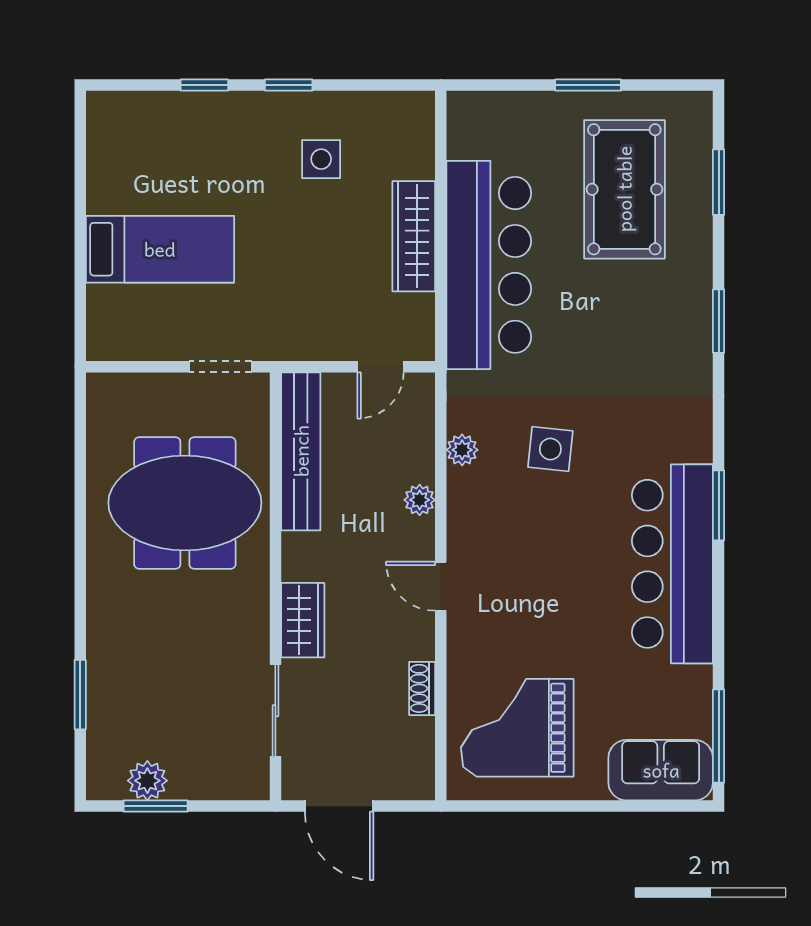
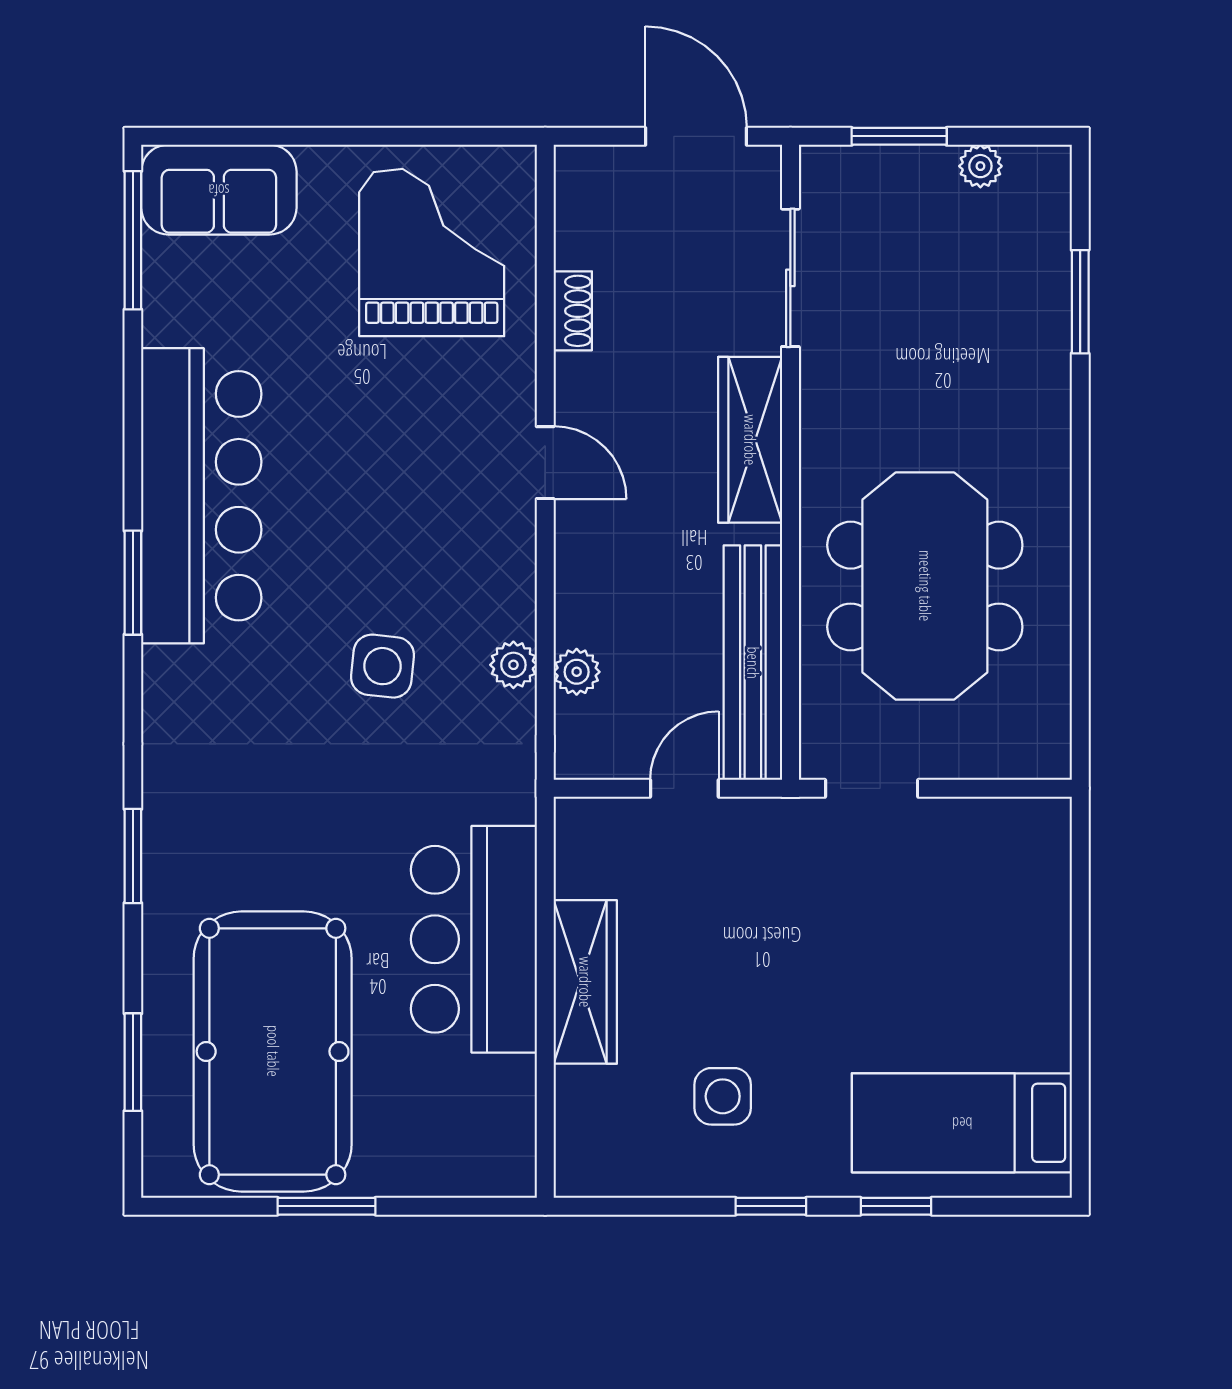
pool table: (624, 189) -> (273, 1051), width x1.36, depth x1.32
bed: (160, 249) -> (962, 1123), moved
bar counter: (489, 265) -> (474, 939), width x0.73
door: (381, 367) -> (684, 788), moved
plant: (420, 500) -> (577, 672), moved
meeting table: (185, 503) -> (925, 586), turned 90
wardrobe: (303, 620) -> (750, 440), width x1.50
grand piano: (517, 728) -> (432, 252), turned -90
plant: (147, 781) -> (980, 166), width x0.73, depth x0.73
window: (156, 806) -> (899, 136), moved

